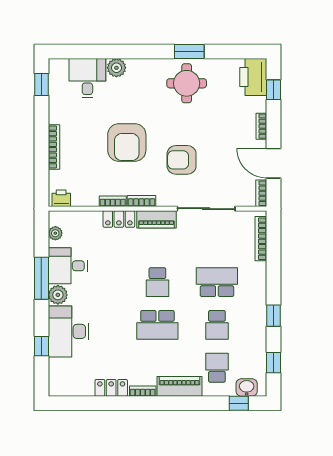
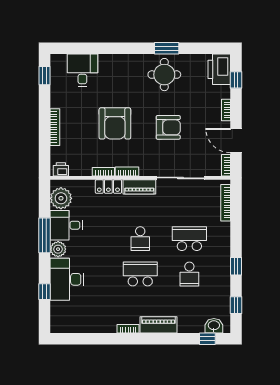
plant: (116, 68) -> (106, 62), removed
armchair: (182, 160) -> (168, 127), moved, turned 180
plant: (55, 233) -> (61, 198), width x1.88, depth x1.88
school desk: (157, 325) -> (140, 274), turned 180
school desk: (217, 368) -> (189, 309), removed
locker: (111, 388) -> (102, 326), removed

